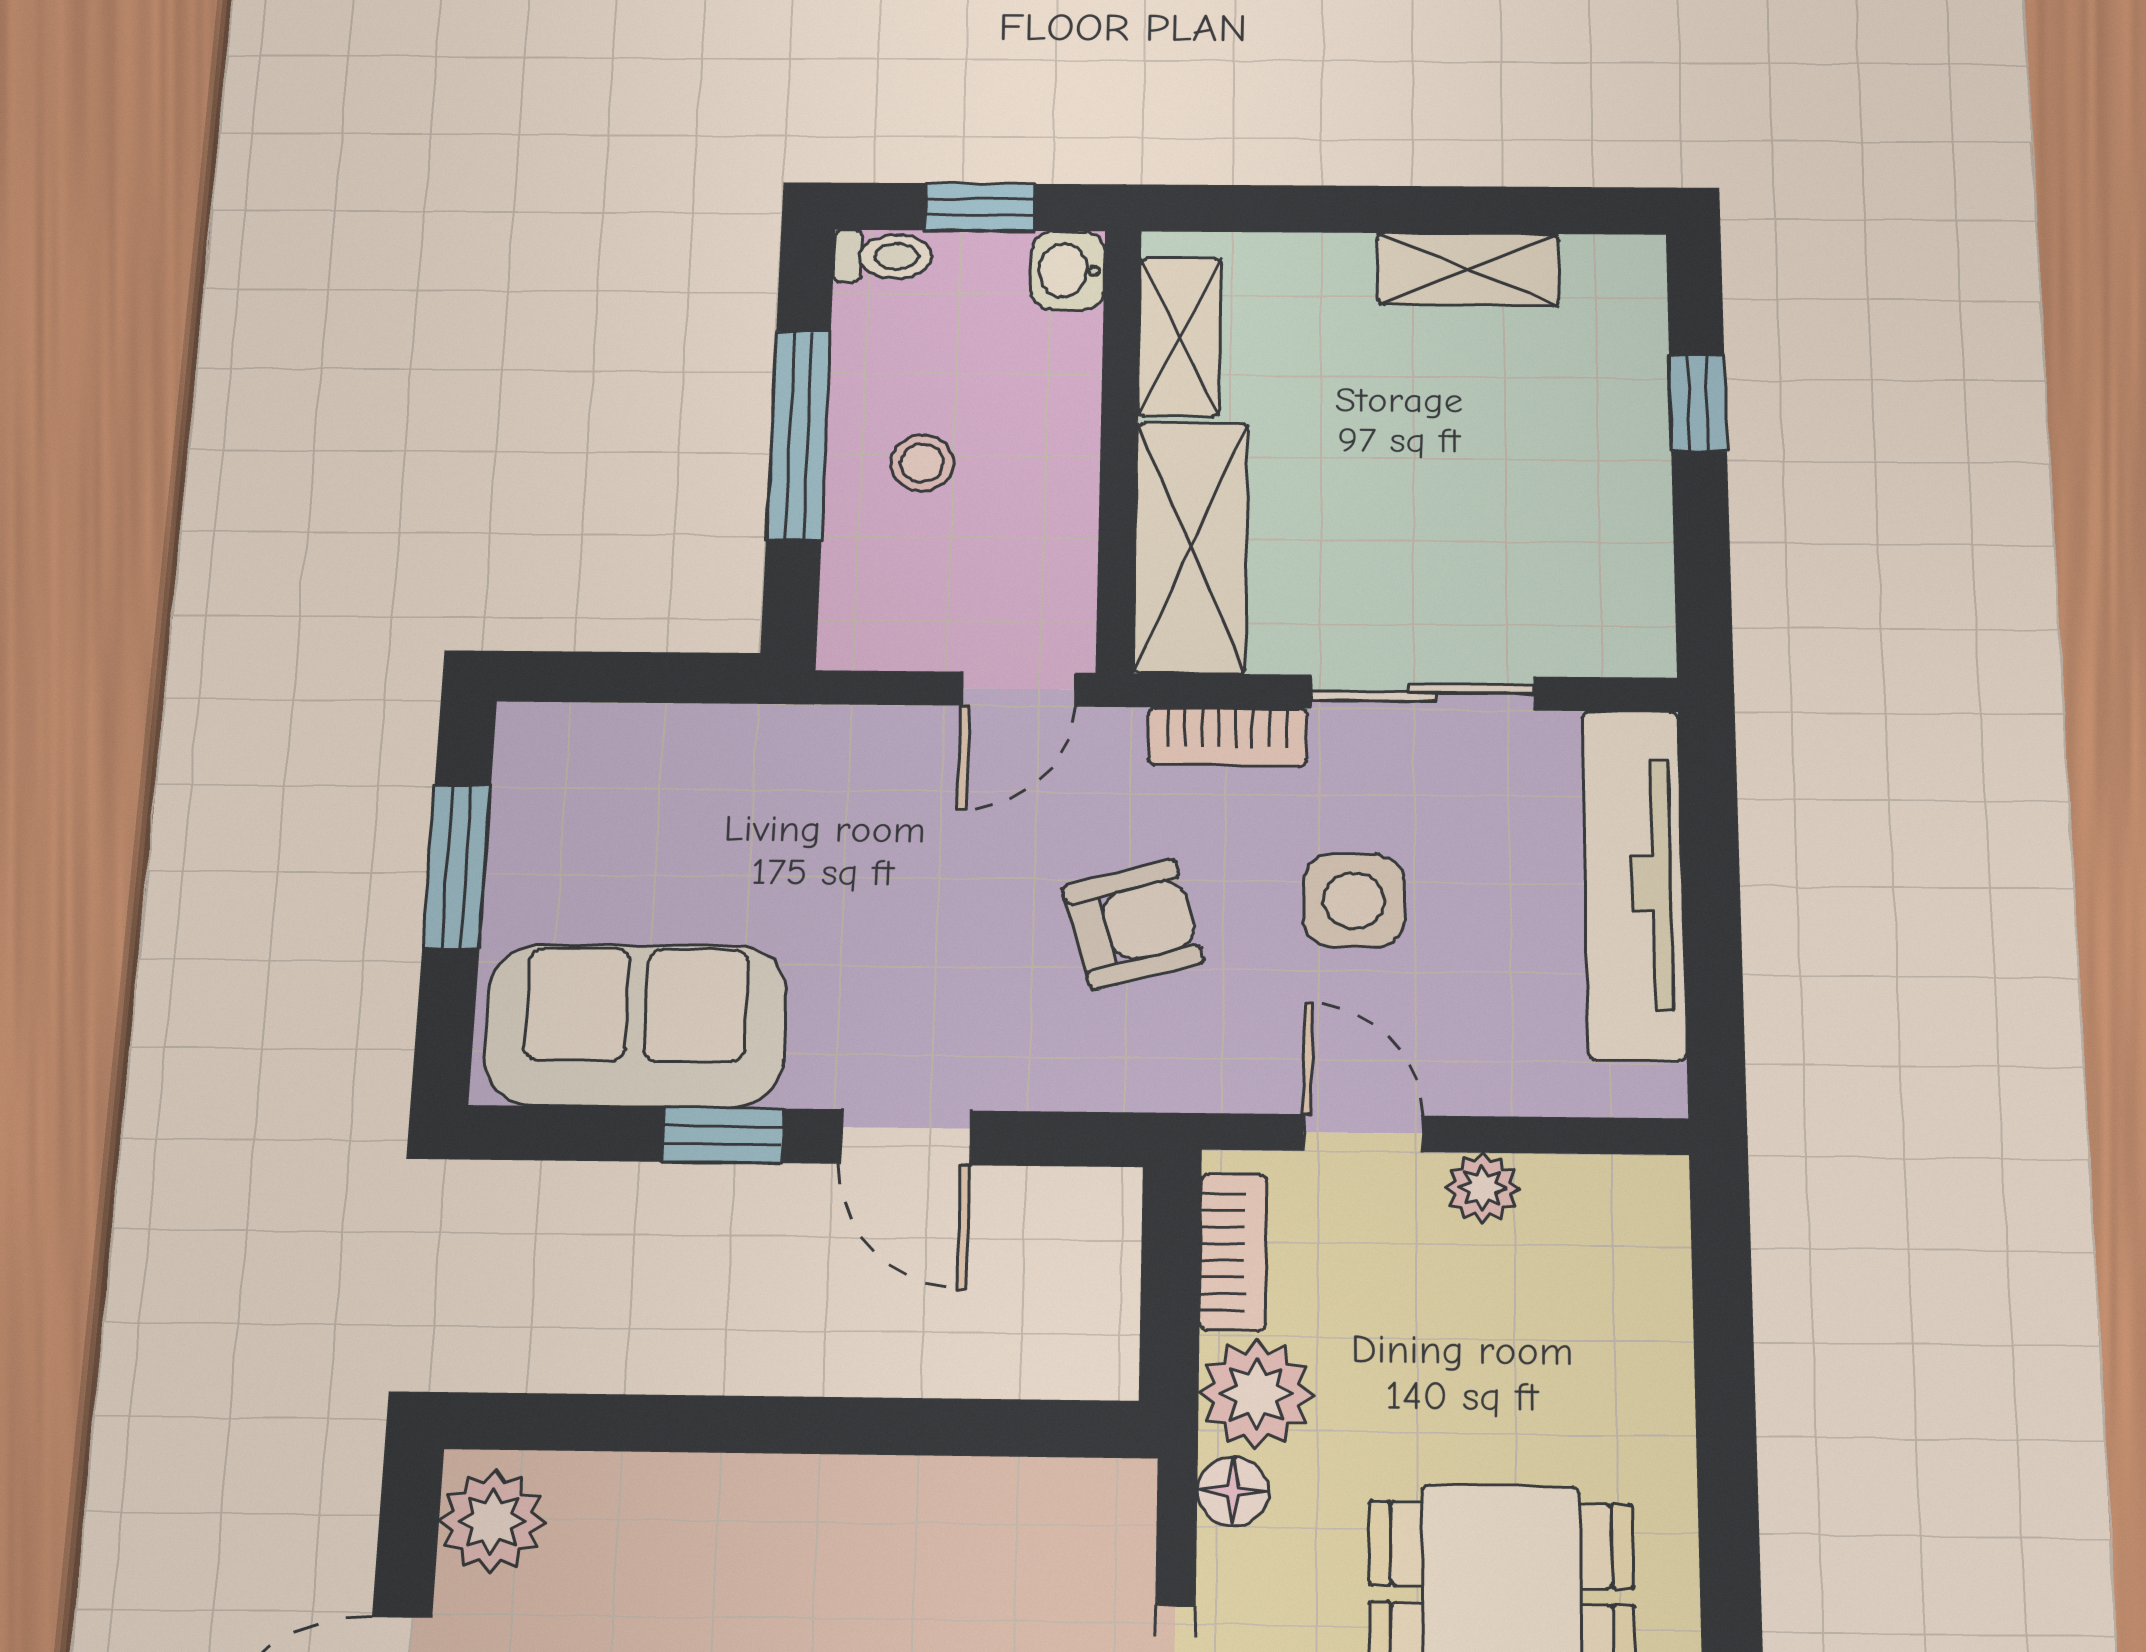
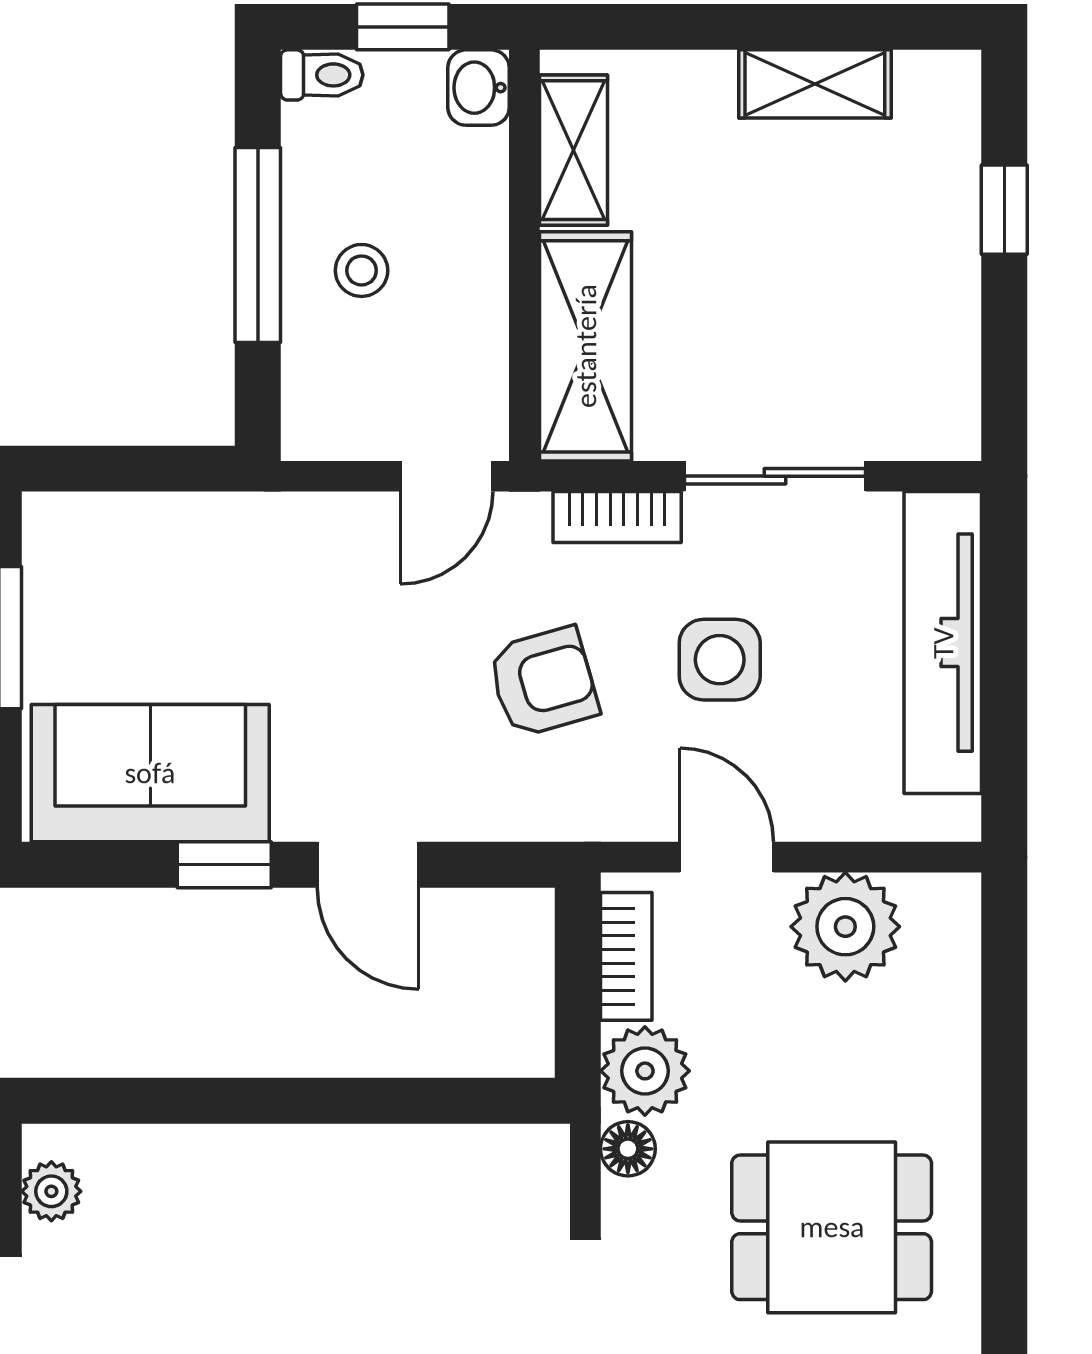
plant: (1482, 1188) -> (845, 927), width x1.87, depth x1.87
plant: (492, 1521) -> (51, 1191), width x0.73, depth x0.73

